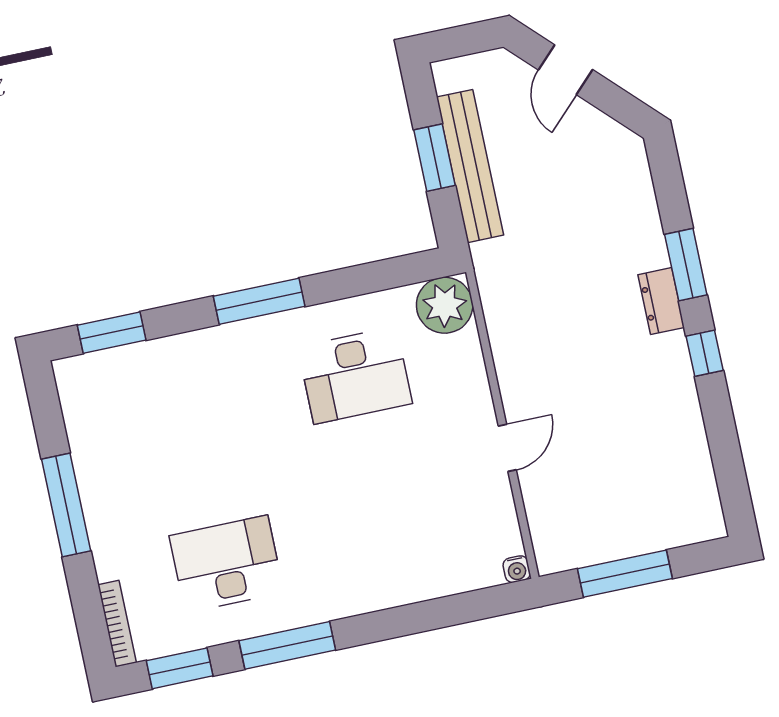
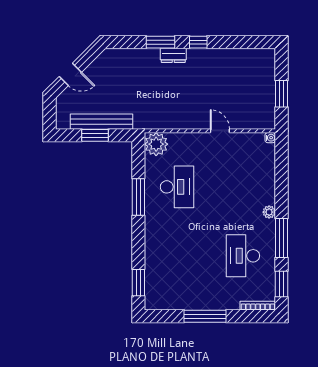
window: (259, 301) -> (138, 197), moved
window: (625, 574) -> (282, 94), width x0.69
plant: (342, 603) -> (269, 212), added

